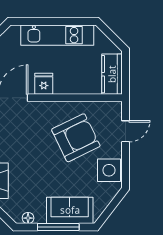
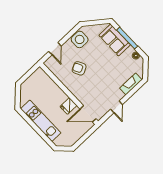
kitchen counter: (112, 74) -> (35, 79), removed
door: (125, 131) -> (55, 49), swing flipped
armchair: (76, 138) -> (79, 68), width x0.53, depth x0.53

